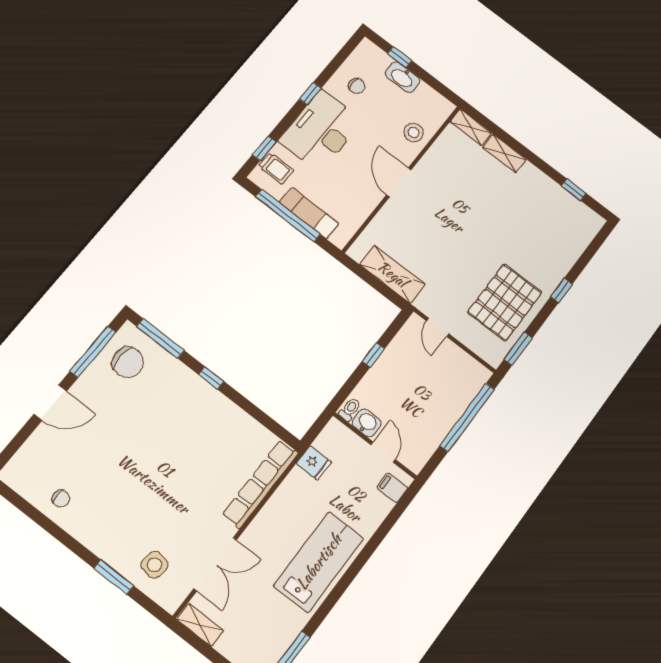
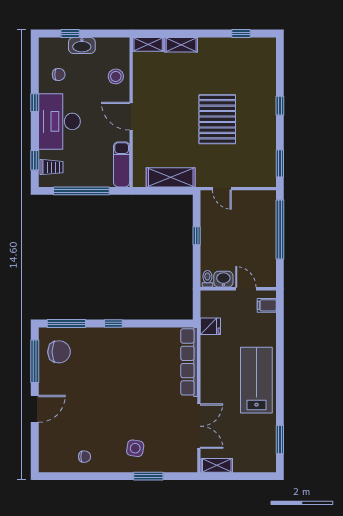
exam couch: (309, 213) -> (122, 164), moved, turned -90
pallet: (505, 302) -> (217, 119), moved
side table: (154, 565) -> (135, 448), moved

